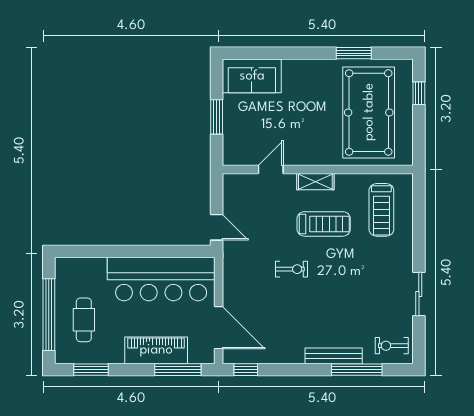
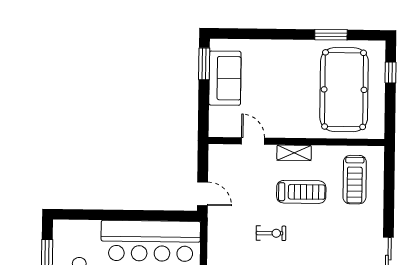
sofa: (252, 76) -> (225, 78), moved, turned -90
window: (217, 117) -> (204, 64), moved
door: (271, 169) -> (253, 141), hinge flipped

